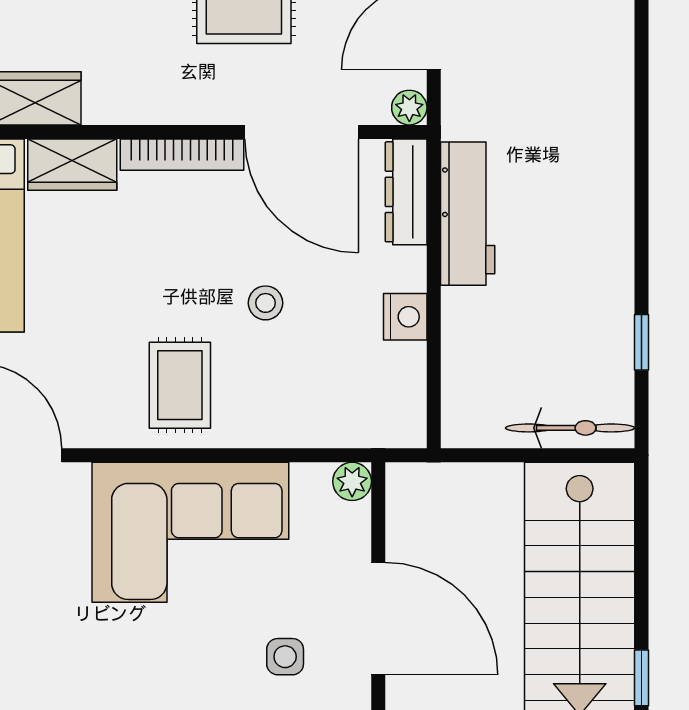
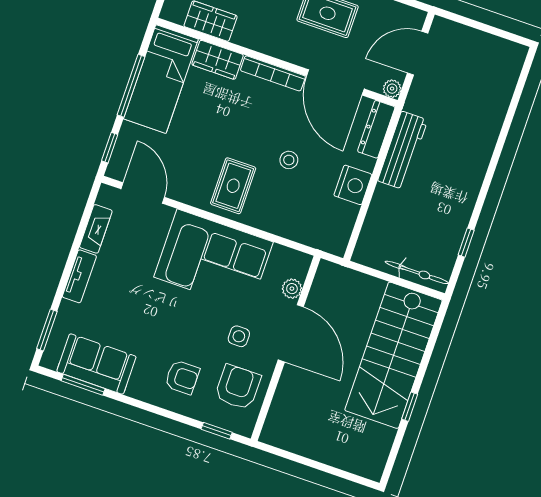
nightstand: (405, 317) -> (353, 185), width x1.36, depth x1.33
plant: (352, 481) -> (292, 289), moved

